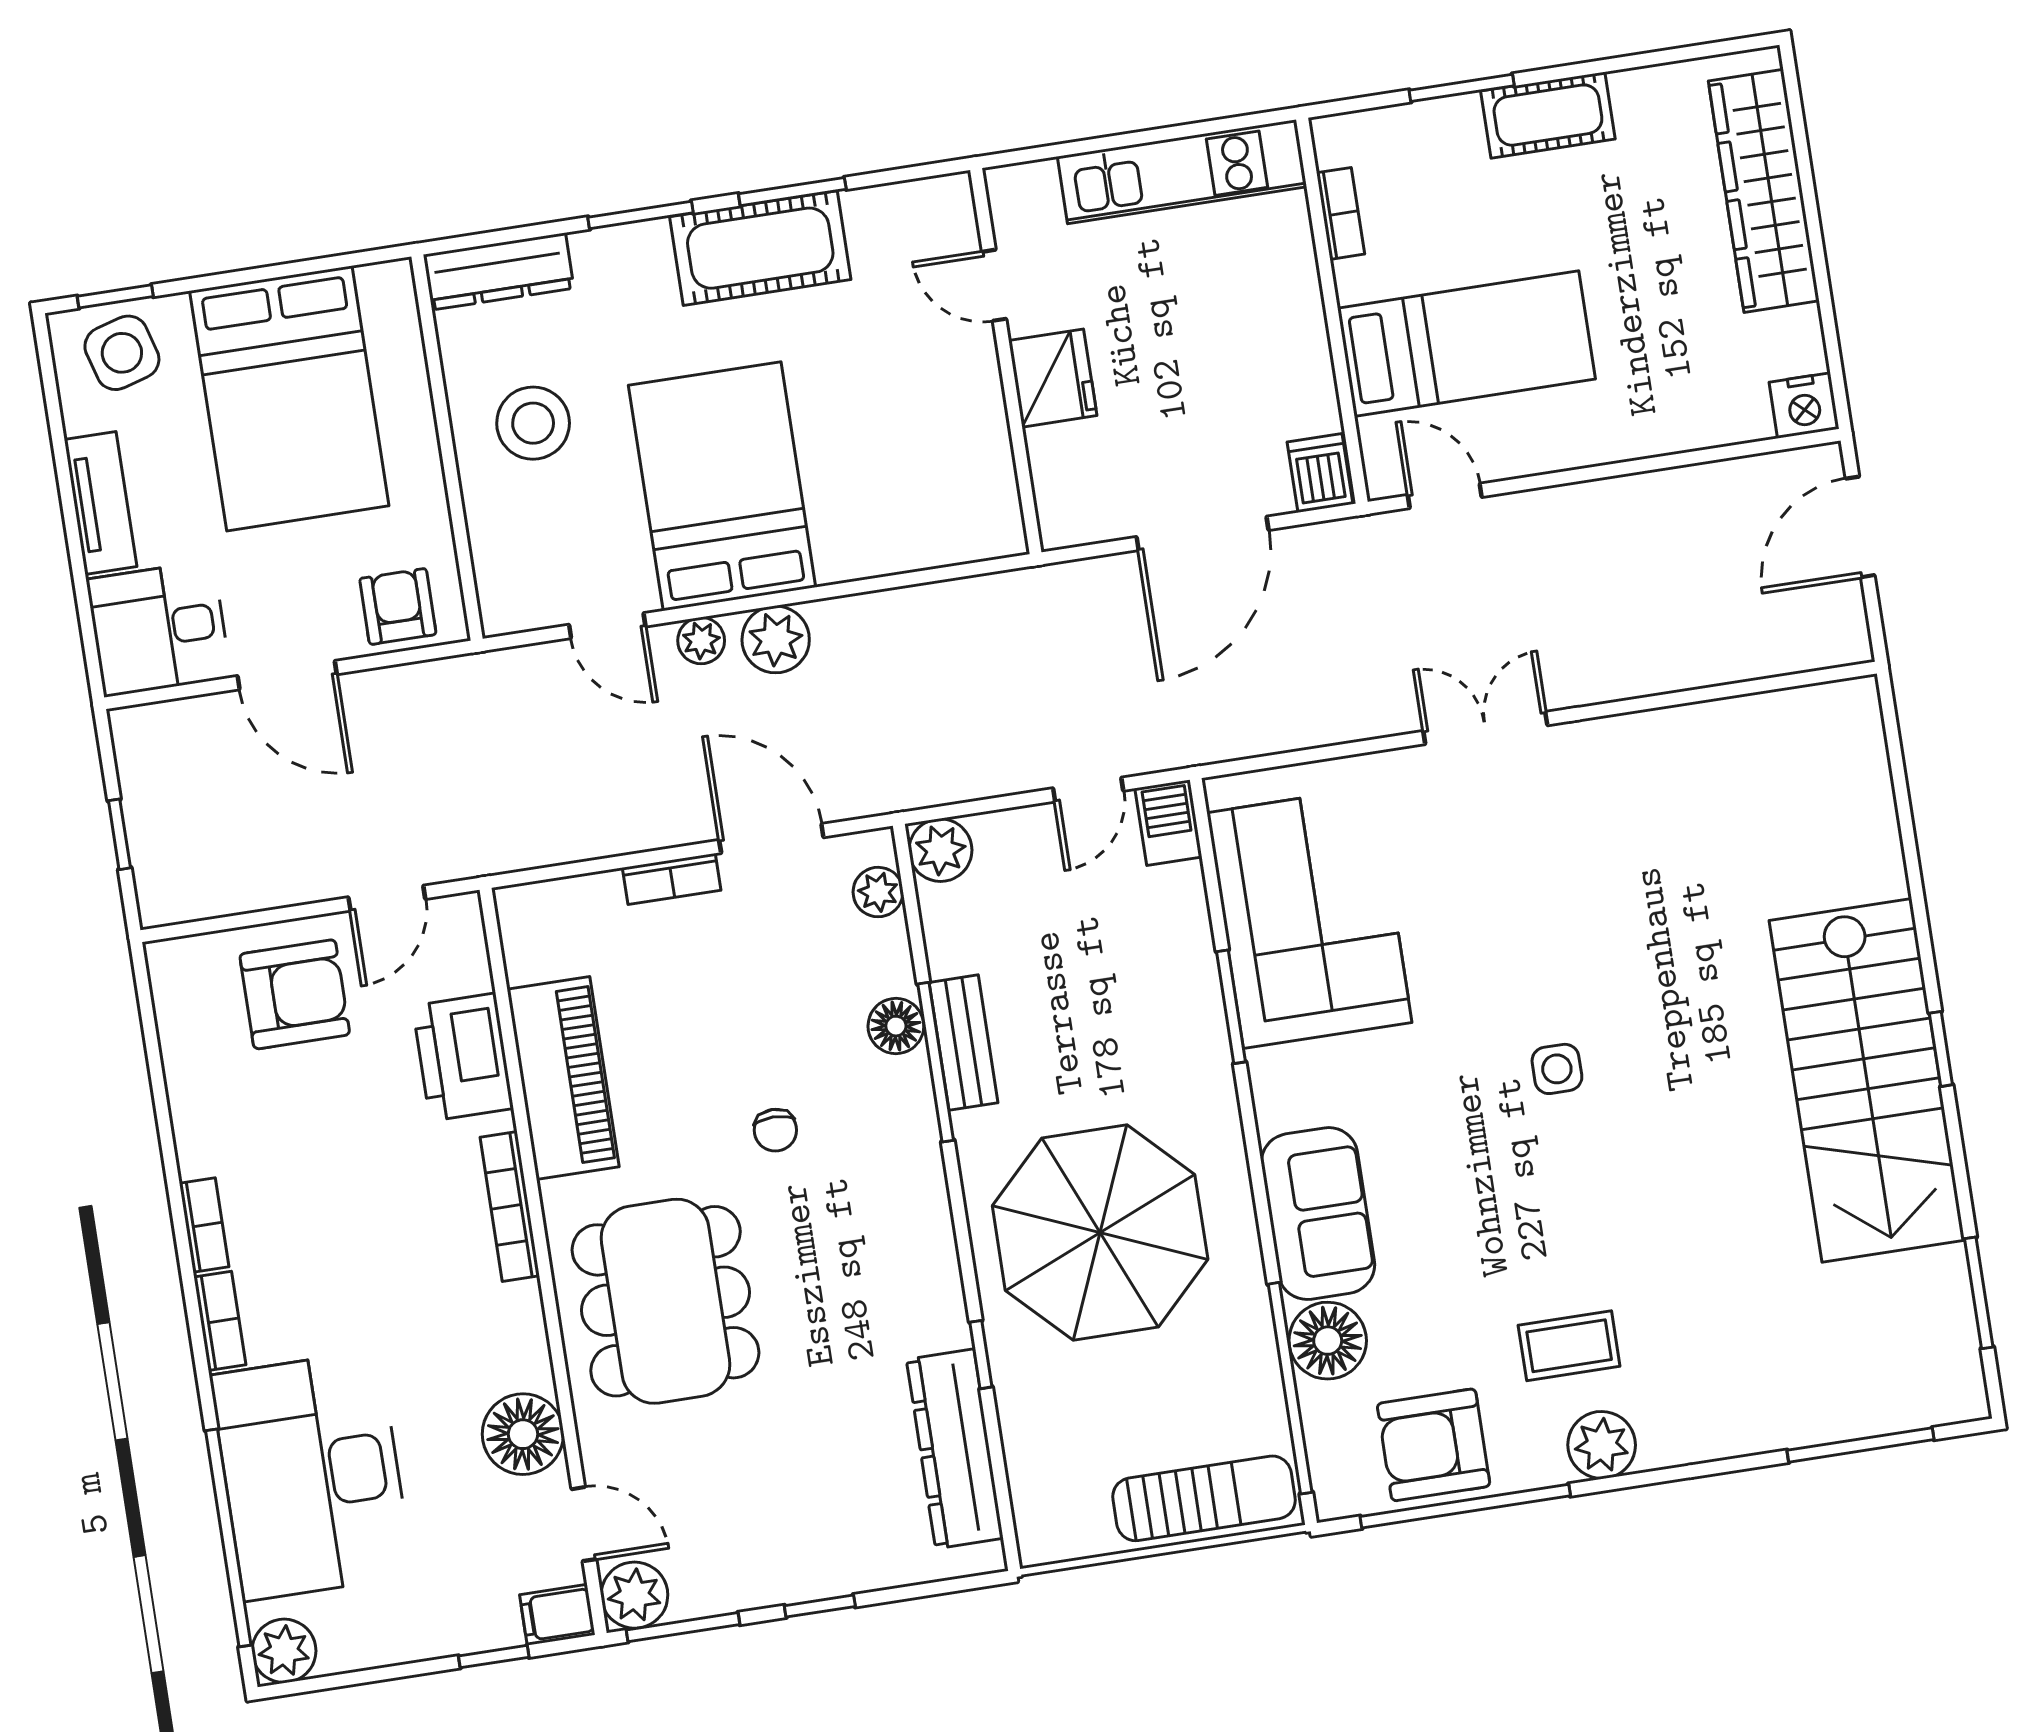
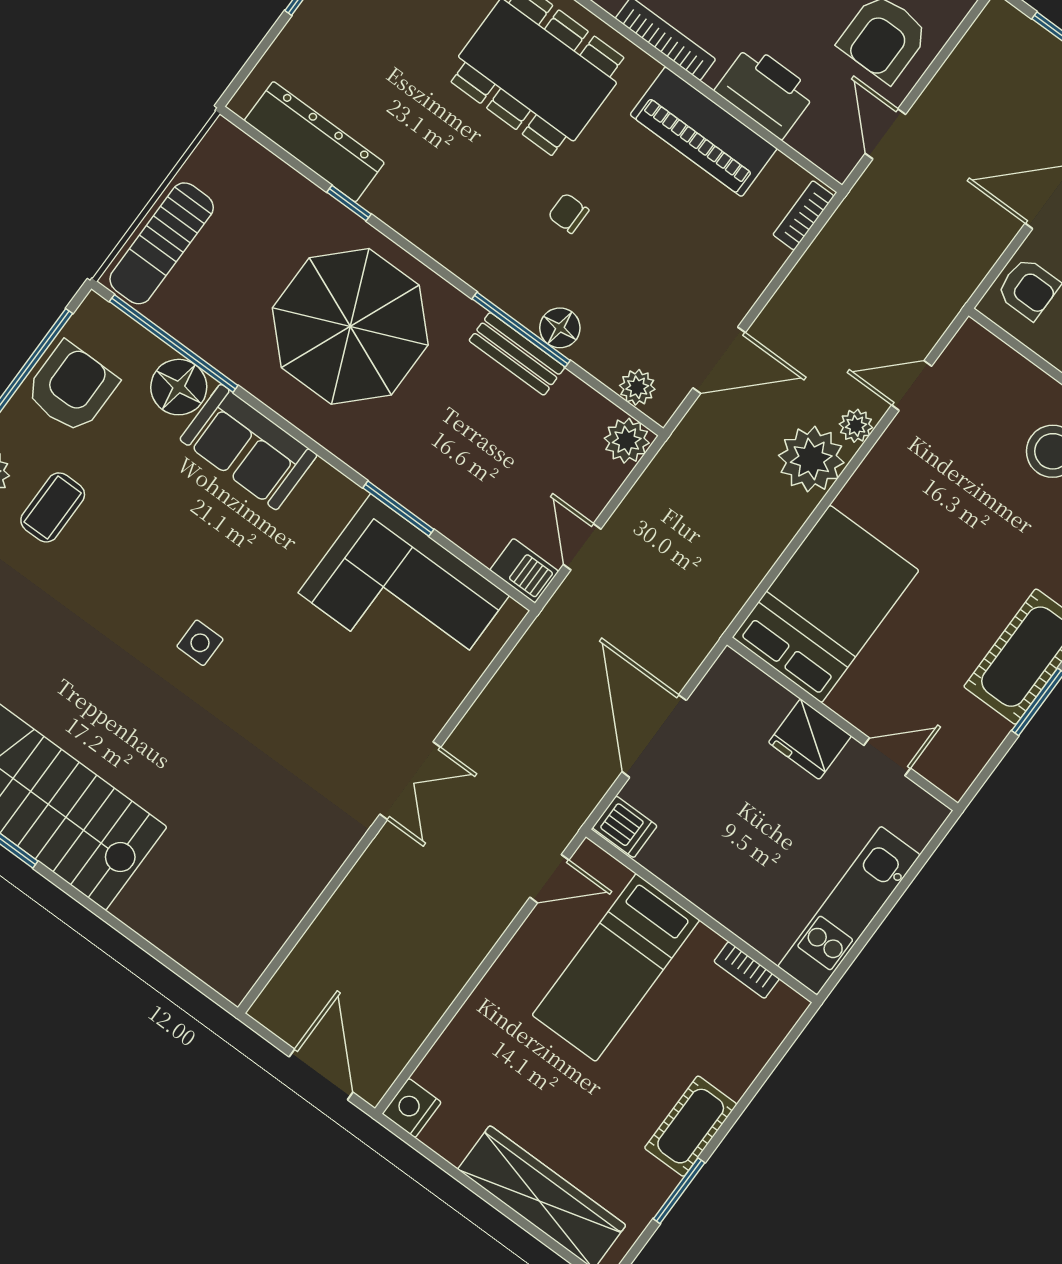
window: (1462, 88) -> (679, 1191), moved
bed: (722, 486) -> (826, 604), moved, turned -90
plant: (776, 639) -> (811, 459), width x1.36, depth x1.36
bookcase: (672, 879) -> (803, 215), moved

